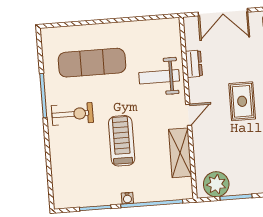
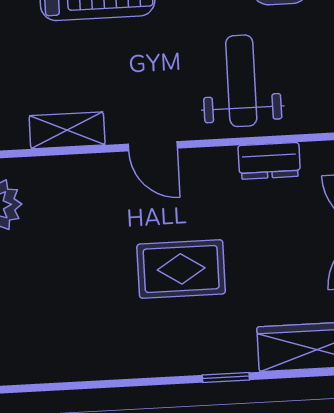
shelving: (180, 153) -> (67, 130), width x0.67, depth x0.75

